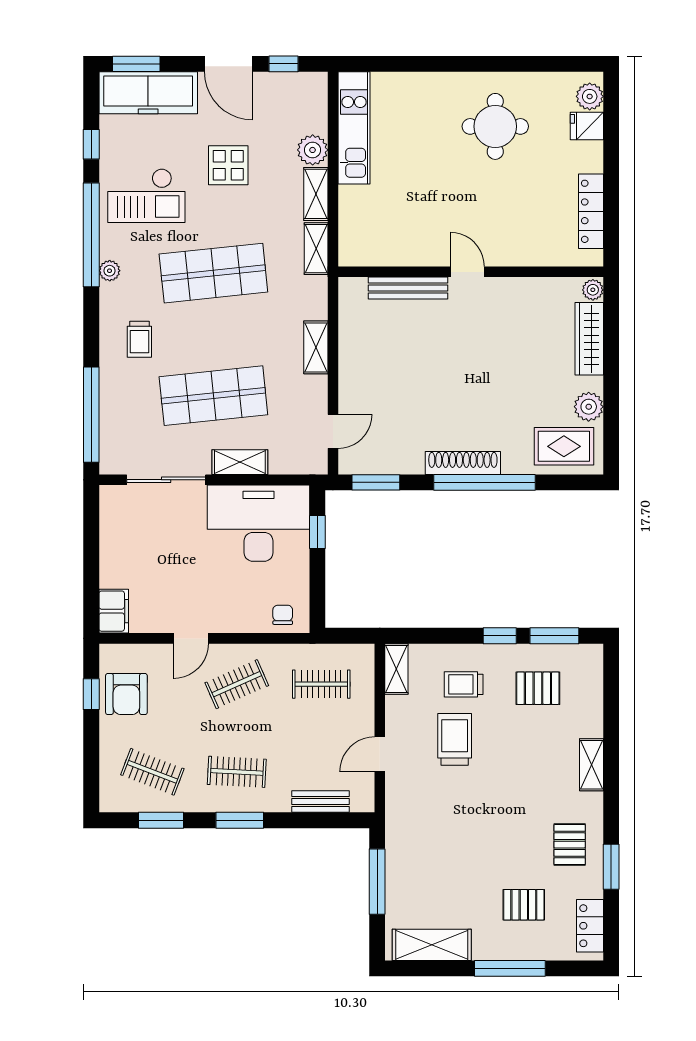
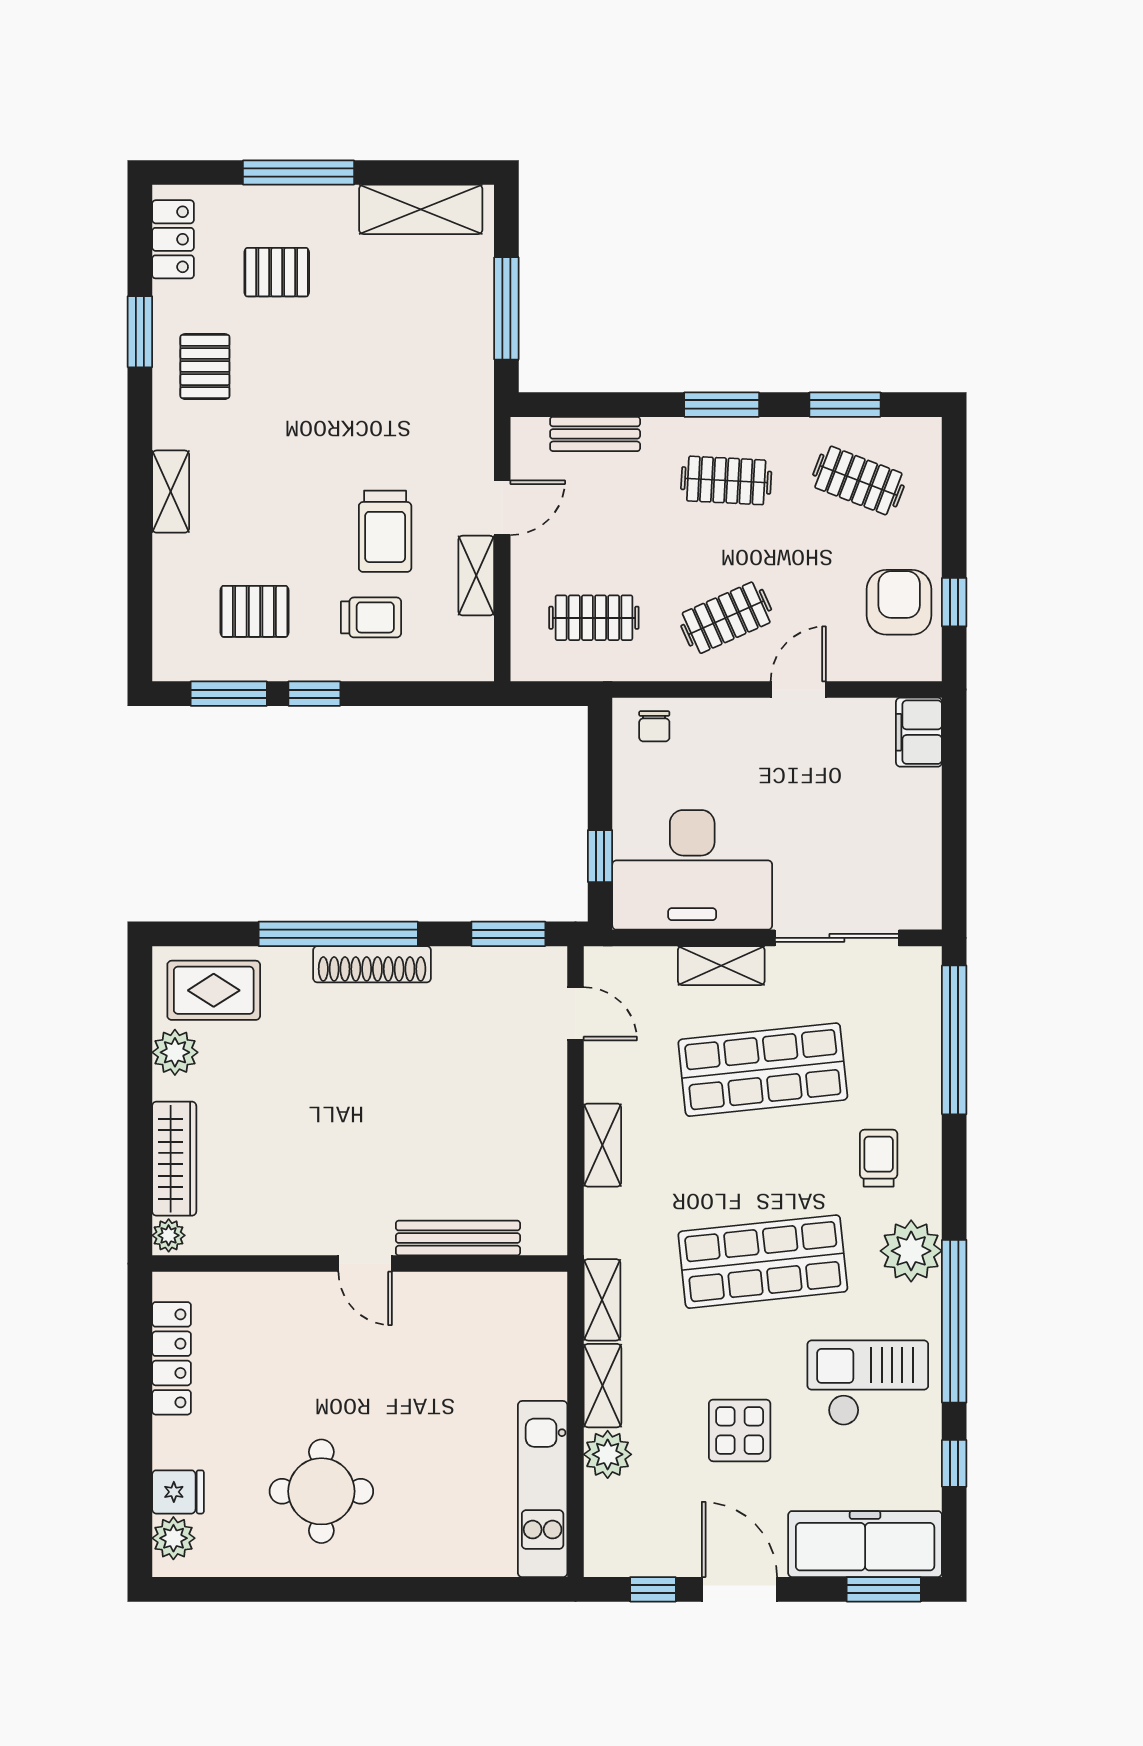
plant: (110, 271) -> (911, 1251), width x1.87, depth x1.87
door: (333, 431) -> (576, 1014), swing flipped
shelving: (396, 669) -> (476, 576), moved

